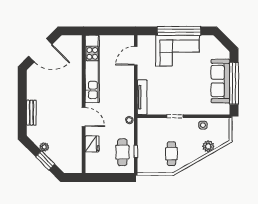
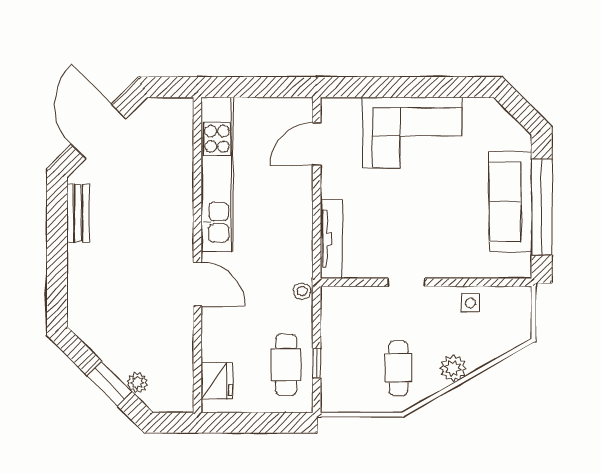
window: (179, 31) -> (416, 87), removed
door: (40, 50) -> (98, 131), swing flipped
bench: (31, 113) -> (78, 213), moved
fridge: (92, 144) -> (217, 381), moved
plant: (208, 146) -> (453, 368), moved
plant: (44, 147) -> (137, 383), moved

